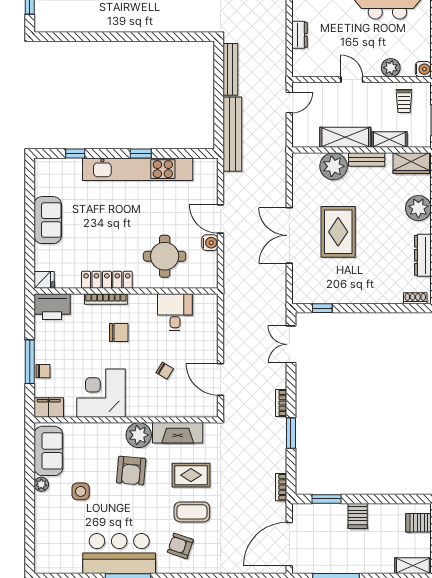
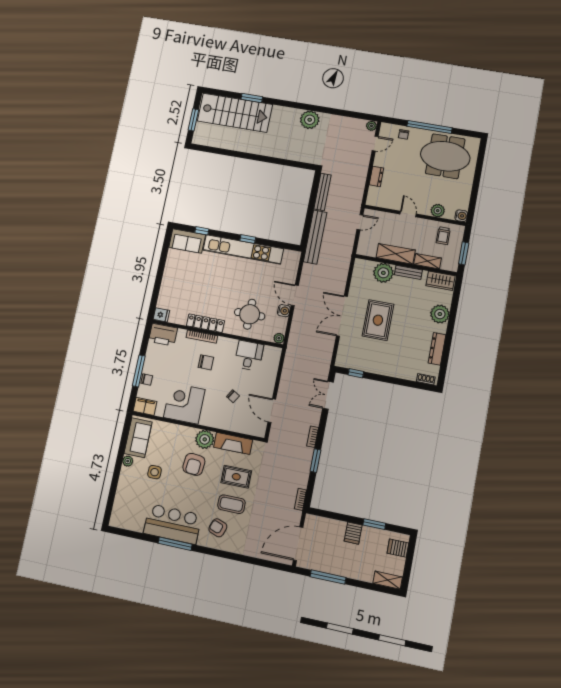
sofa: (48, 220) -> (187, 241), moved, turned 90
plant: (211, 281) -> (279, 338), added
window: (326, 499) -> (374, 524), moved

